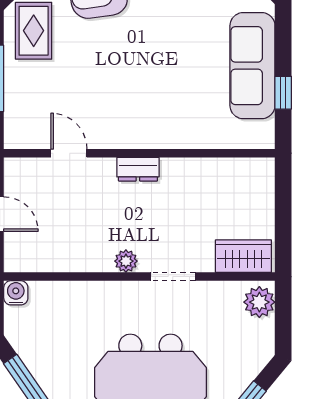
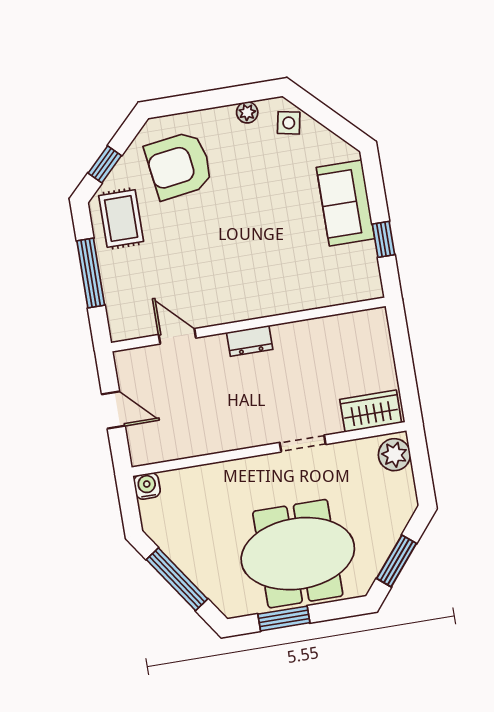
sofa: (252, 66) -> (346, 203), width x0.73
plant: (126, 261) -> (253, 436), removed

